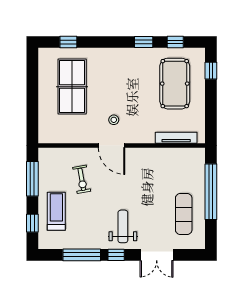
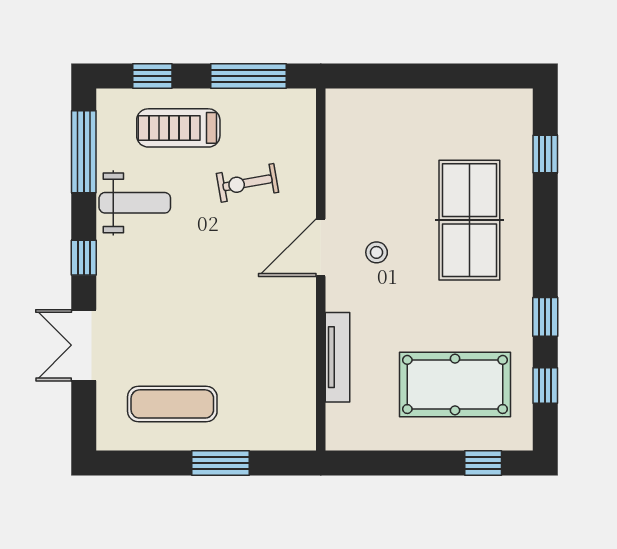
table tennis table: (72, 87) -> (469, 220), moved, turned 90
tv unit: (176, 138) -> (337, 357), moved
window: (211, 192) -> (220, 463), width x0.47
treadmill: (56, 211) -> (178, 128), turned 180
weight bench: (123, 226) -> (135, 203), moved
window: (82, 255) -> (84, 152), moved

